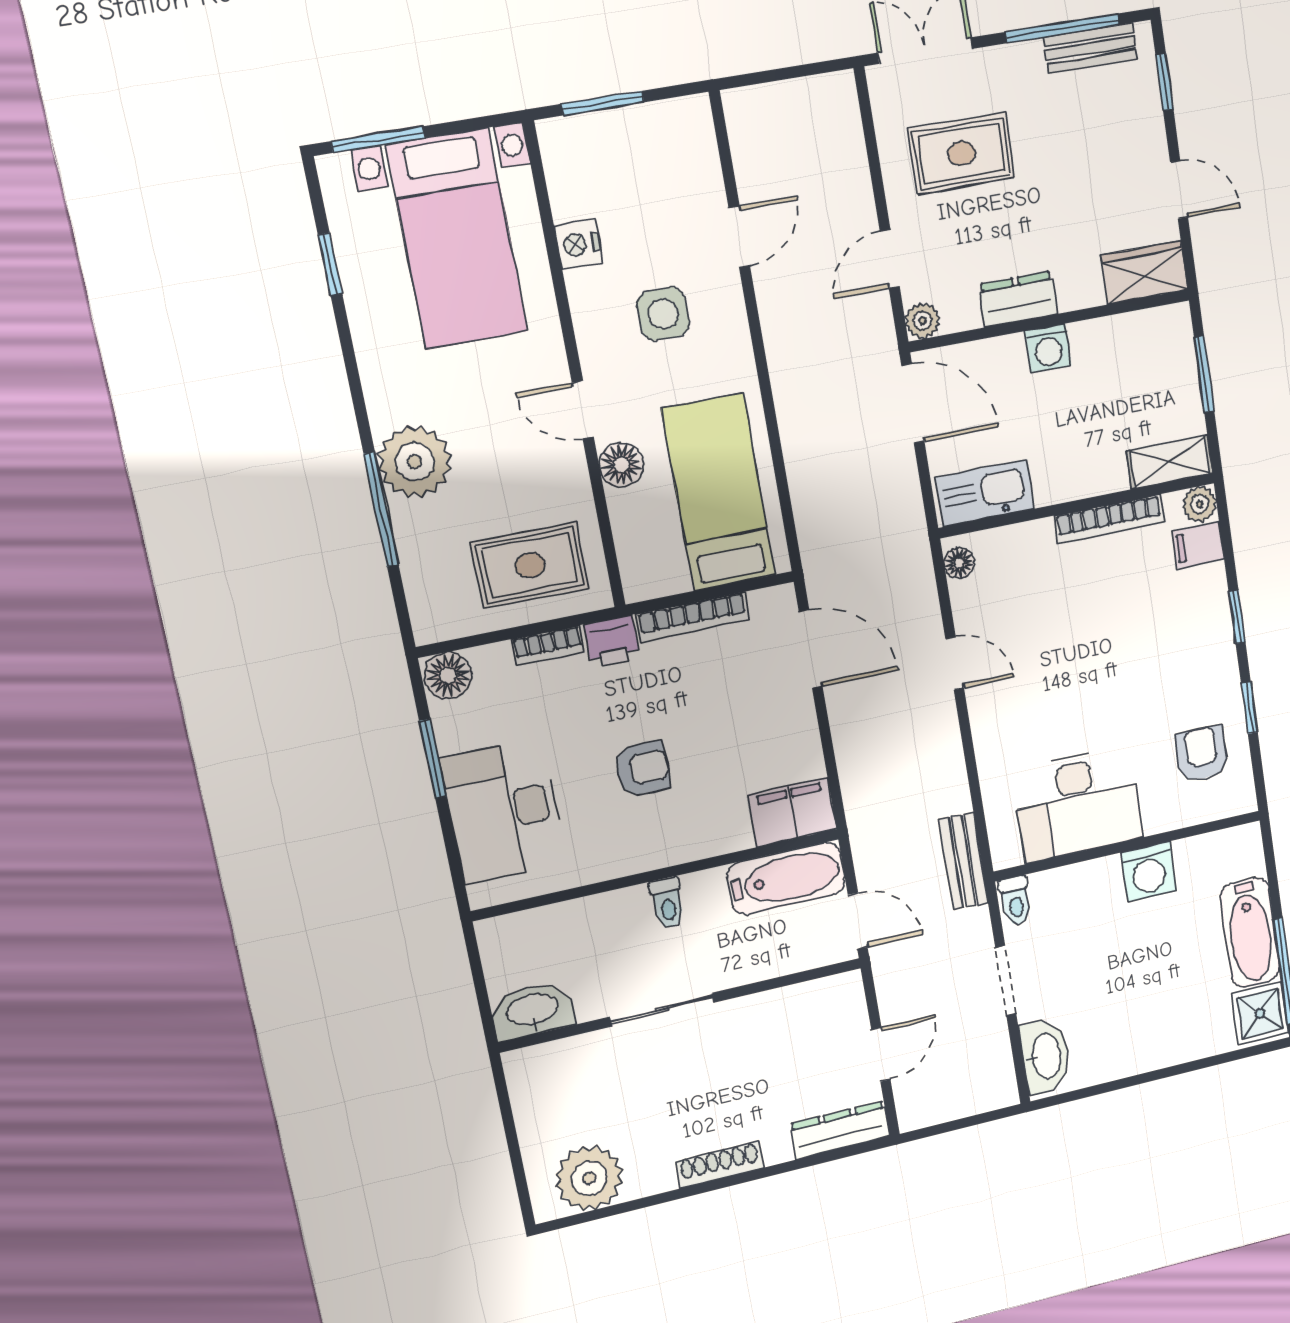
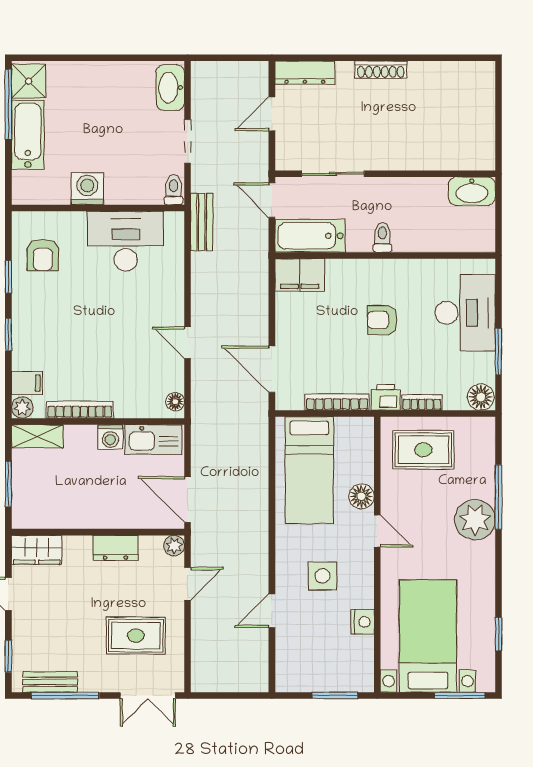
washing machine: (1048, 348) -> (110, 437), moved, turned 180
sliding door: (662, 1010) -> (333, 174), moved
plant: (589, 1178) -> (459, 81), removed

